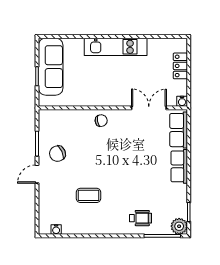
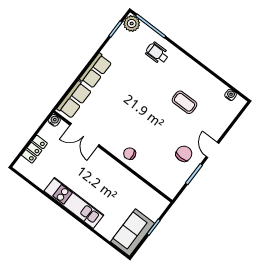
sofa: (51, 67) -> (133, 232), width x0.73
chair: (58, 154) -> (184, 154), turned -65
door: (37, 174) -> (212, 150), swing flipped

